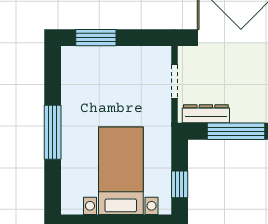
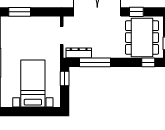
window: (180, 184) -> (65, 79), moved

